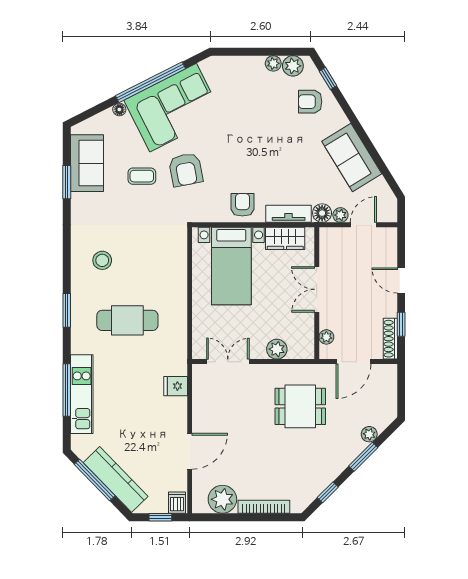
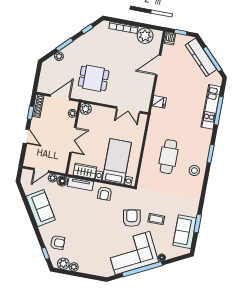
stool: (102, 260) -> (194, 171), moved
cafe table: (127, 320) -> (168, 157), moved, turned 90
plant: (277, 349) -> (86, 109), moved

